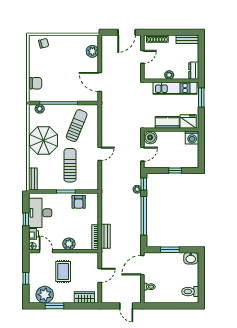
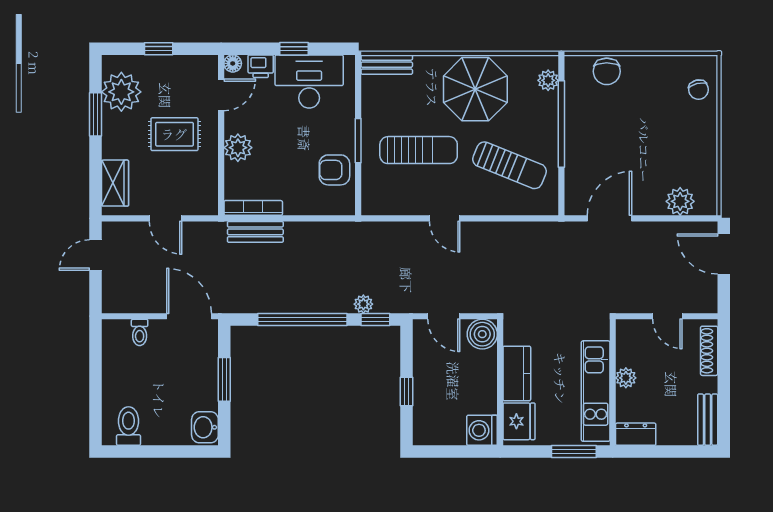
door: (127, 32) -> (724, 254), moved
door: (126, 306) -> (96, 255), moved

